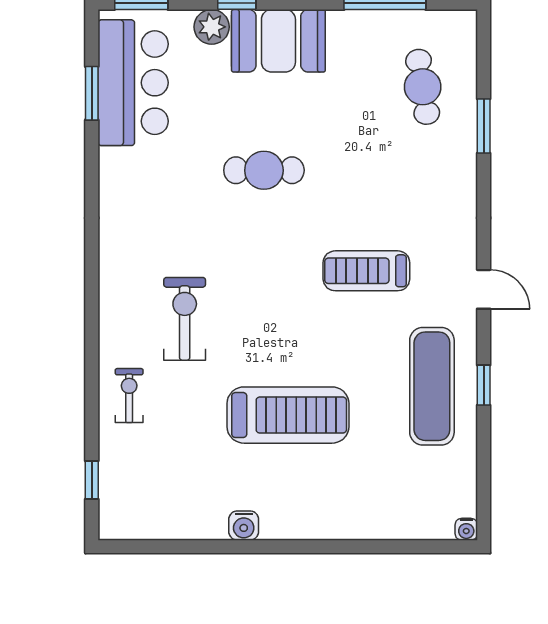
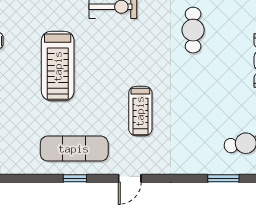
cafe table: (264, 170) -> (193, 30), moved
treadmill: (366, 271) -> (140, 111), turned 180

